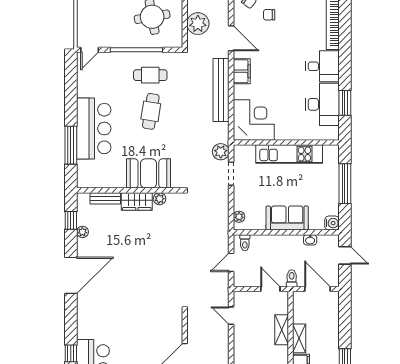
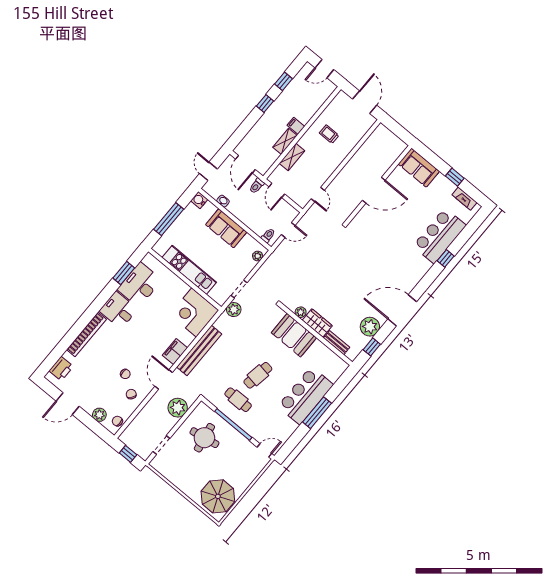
window: (71, 145) -> (317, 413), moved
plant: (82, 232) -> (370, 327), width x1.88, depth x1.88

